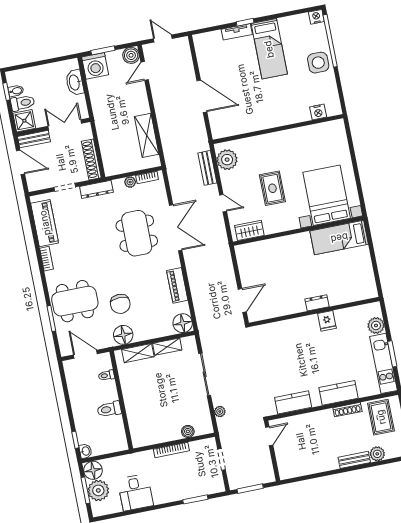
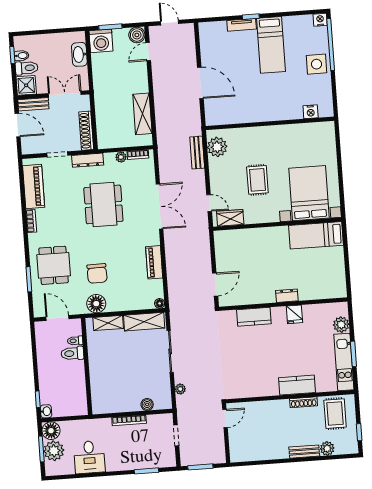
door: (223, 203) -> (209, 203), moved
dining table: (137, 233) -> (103, 204), moved
dining table: (75, 301) -> (54, 265), width x0.73
floor lamp: (183, 323) -> (160, 303), width x0.53, depth x0.53
shelving: (167, 347) -> (144, 322), width x1.50, depth x1.33
kitchen counter: (293, 402) -> (254, 317), moved, turned 180
toilet: (109, 409) -> (72, 353), moved

